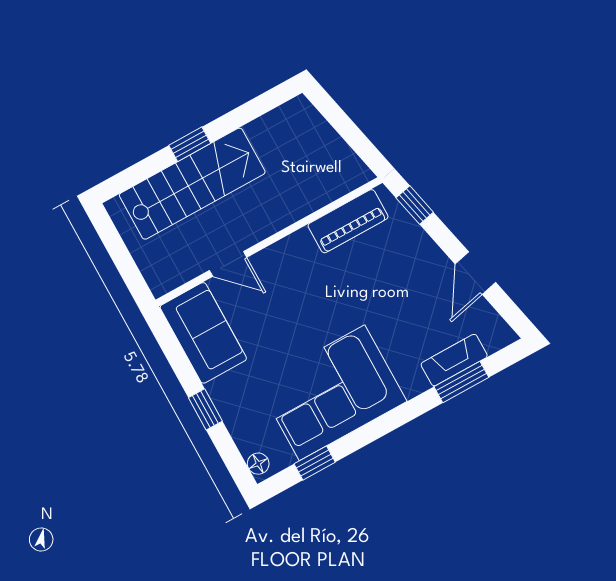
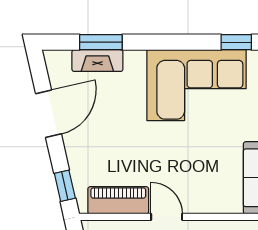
door: (228, 264) -> (167, 217), moved
door: (475, 273) -> (48, 114), width x1.38

